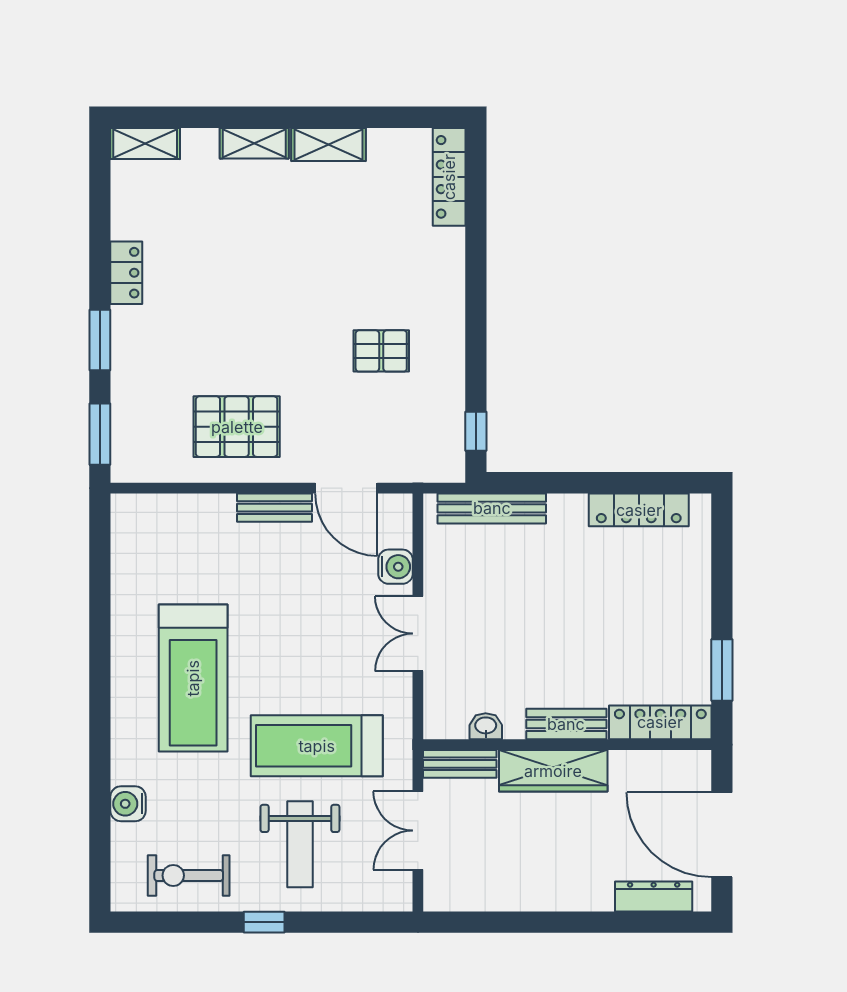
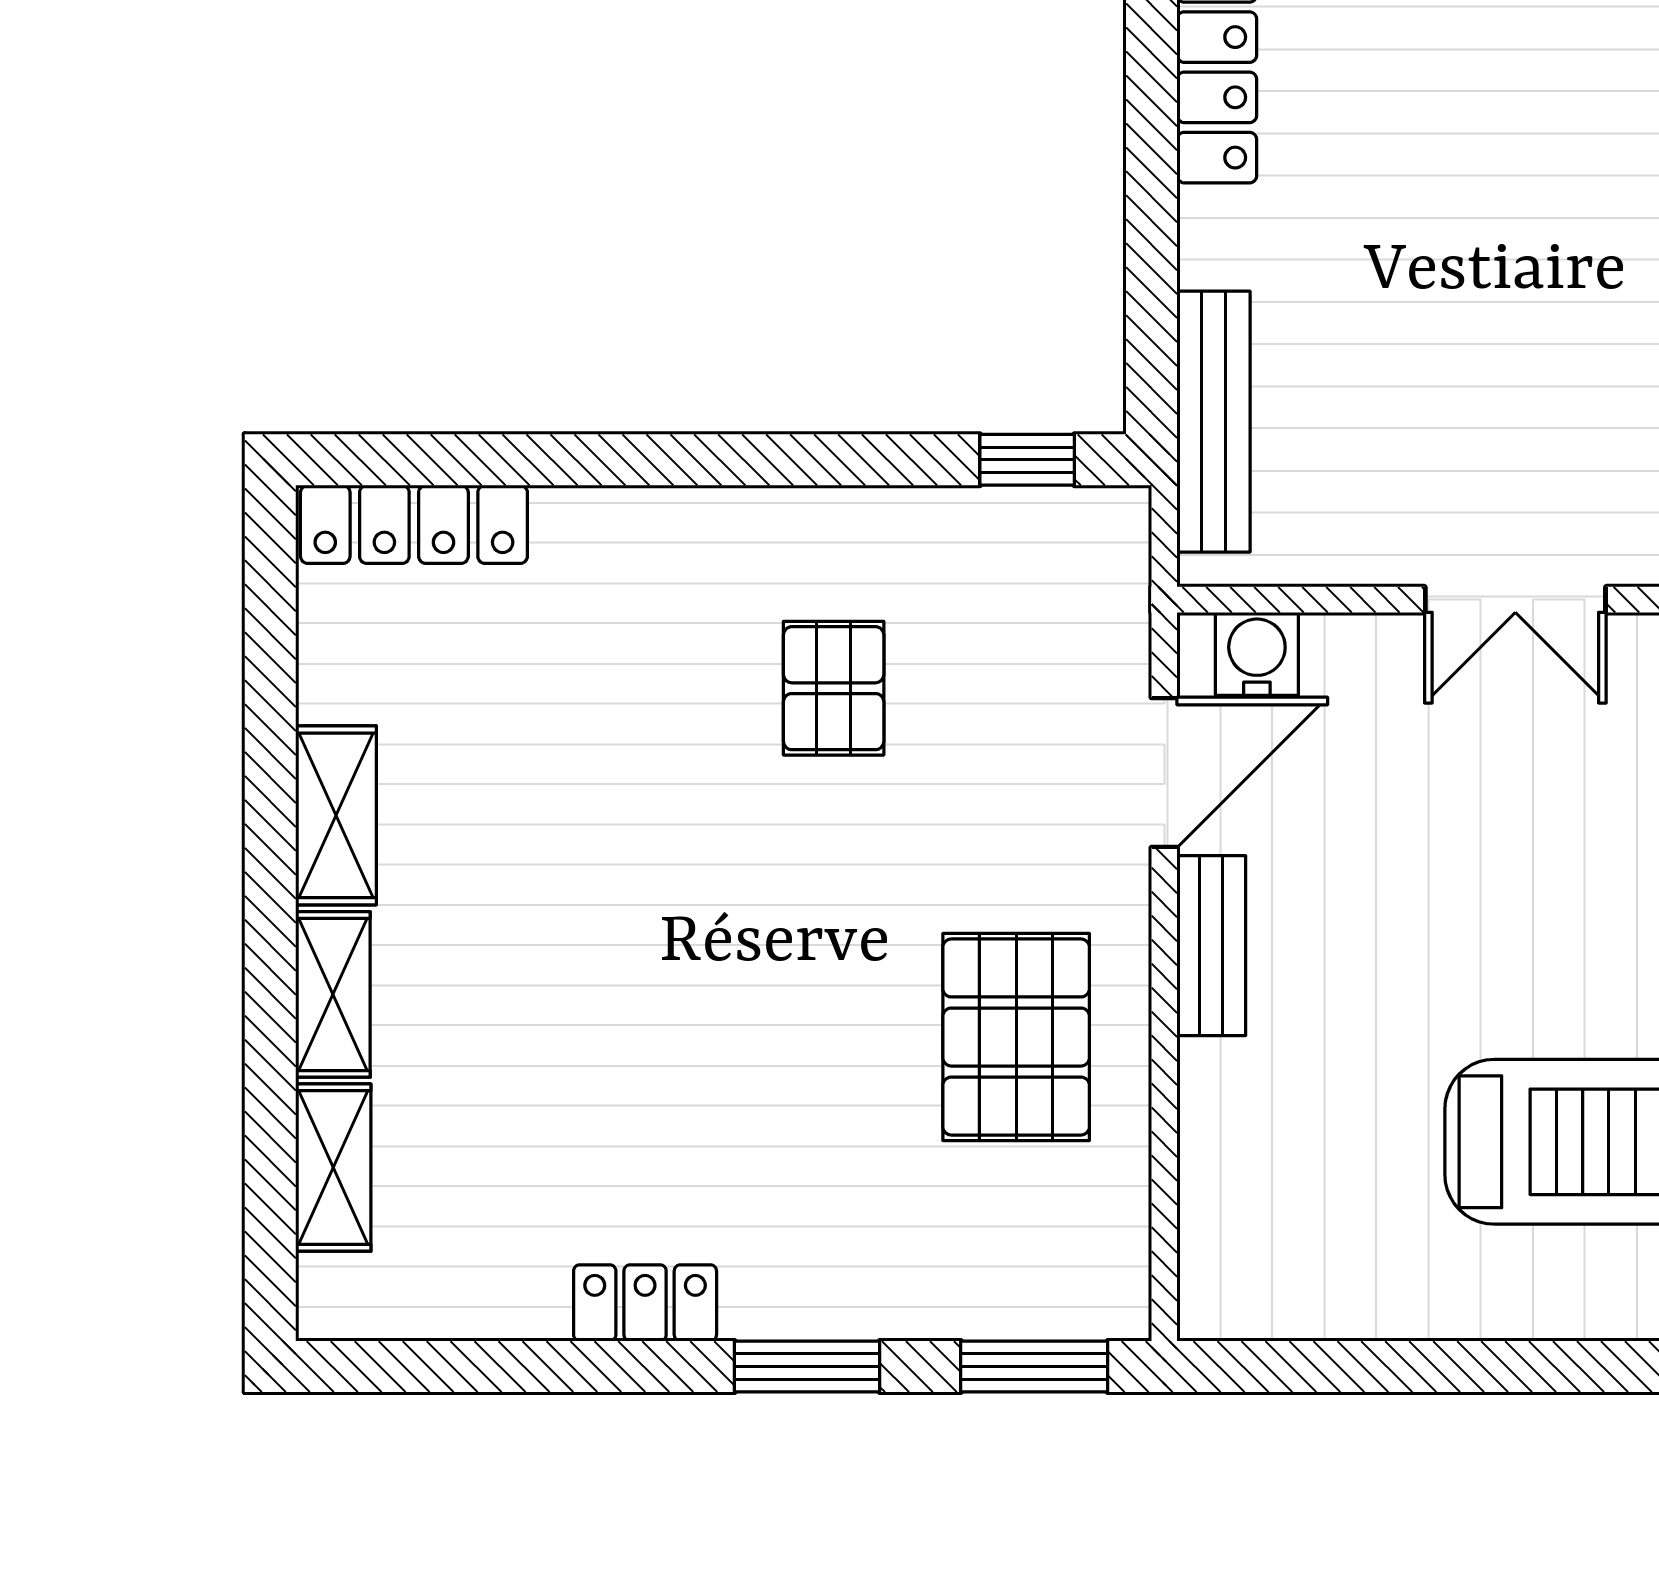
shelving: (145, 143) -> (333, 1168), moved
water cooler: (395, 567) -> (1257, 654), moved

